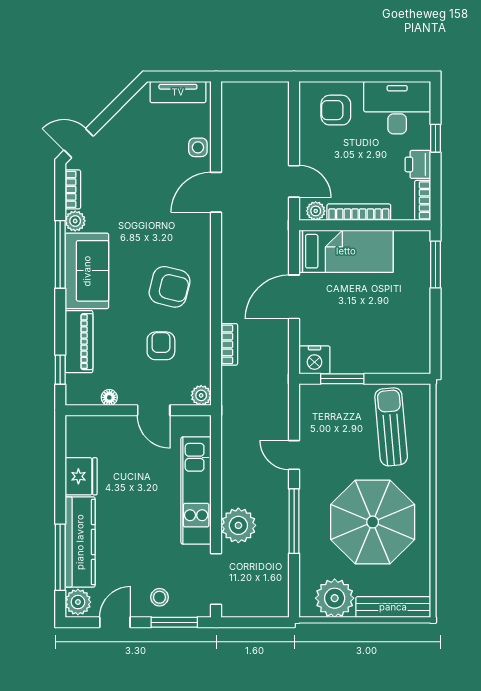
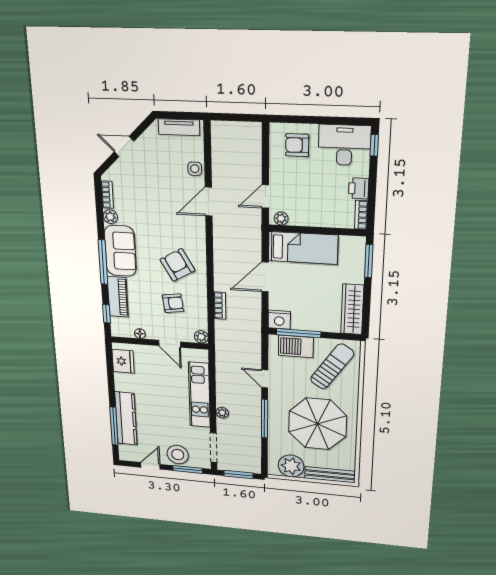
window: (435, 138) -> (374, 145), moved
door: (79, 143) -> (124, 147), moved
door: (294, 181) -> (265, 197), swing flipped
bookcase: (359, 212) -> (313, 221), removed
window: (60, 254) -> (103, 262), moved
armchair: (170, 287) -> (178, 265), turned -134
wardrobe: (416, 337) -> (352, 309), added
armchair: (161, 346) -> (173, 303), turned 82
window: (342, 379) -> (299, 333), width x1.44
barbecue: (339, 400) -> (296, 346), added
sun lounger: (391, 427) -> (332, 366), turned 39
fridge: (81, 476) -> (123, 361), moved
plant: (238, 525) -> (222, 413), width x0.53, depth x0.53
stool: (159, 597) -> (178, 455), width x1.89, depth x1.89
plant: (78, 602) -> (127, 452), removed
window: (254, 622) -> (238, 474), added

